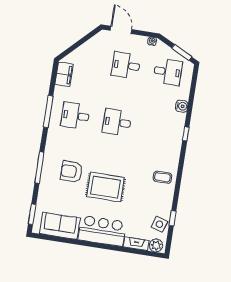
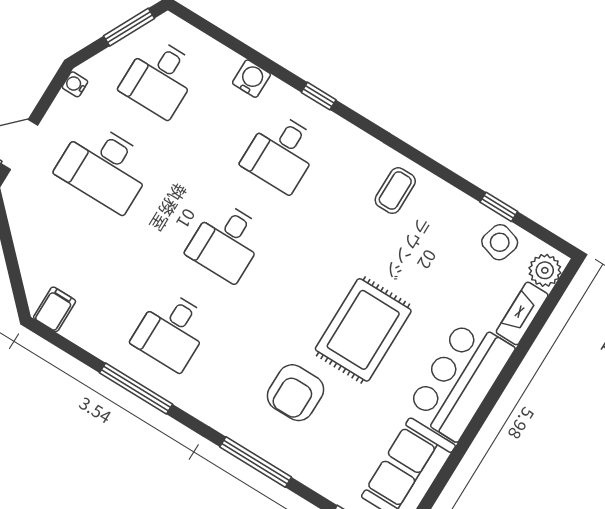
desk: (126, 65) -> (105, 167), width x1.37
desk: (168, 72) -> (160, 78), turned 180
filing cabinet: (64, 74) -> (55, 309), width x0.50
desk: (159, 129) -> (281, 153), added

